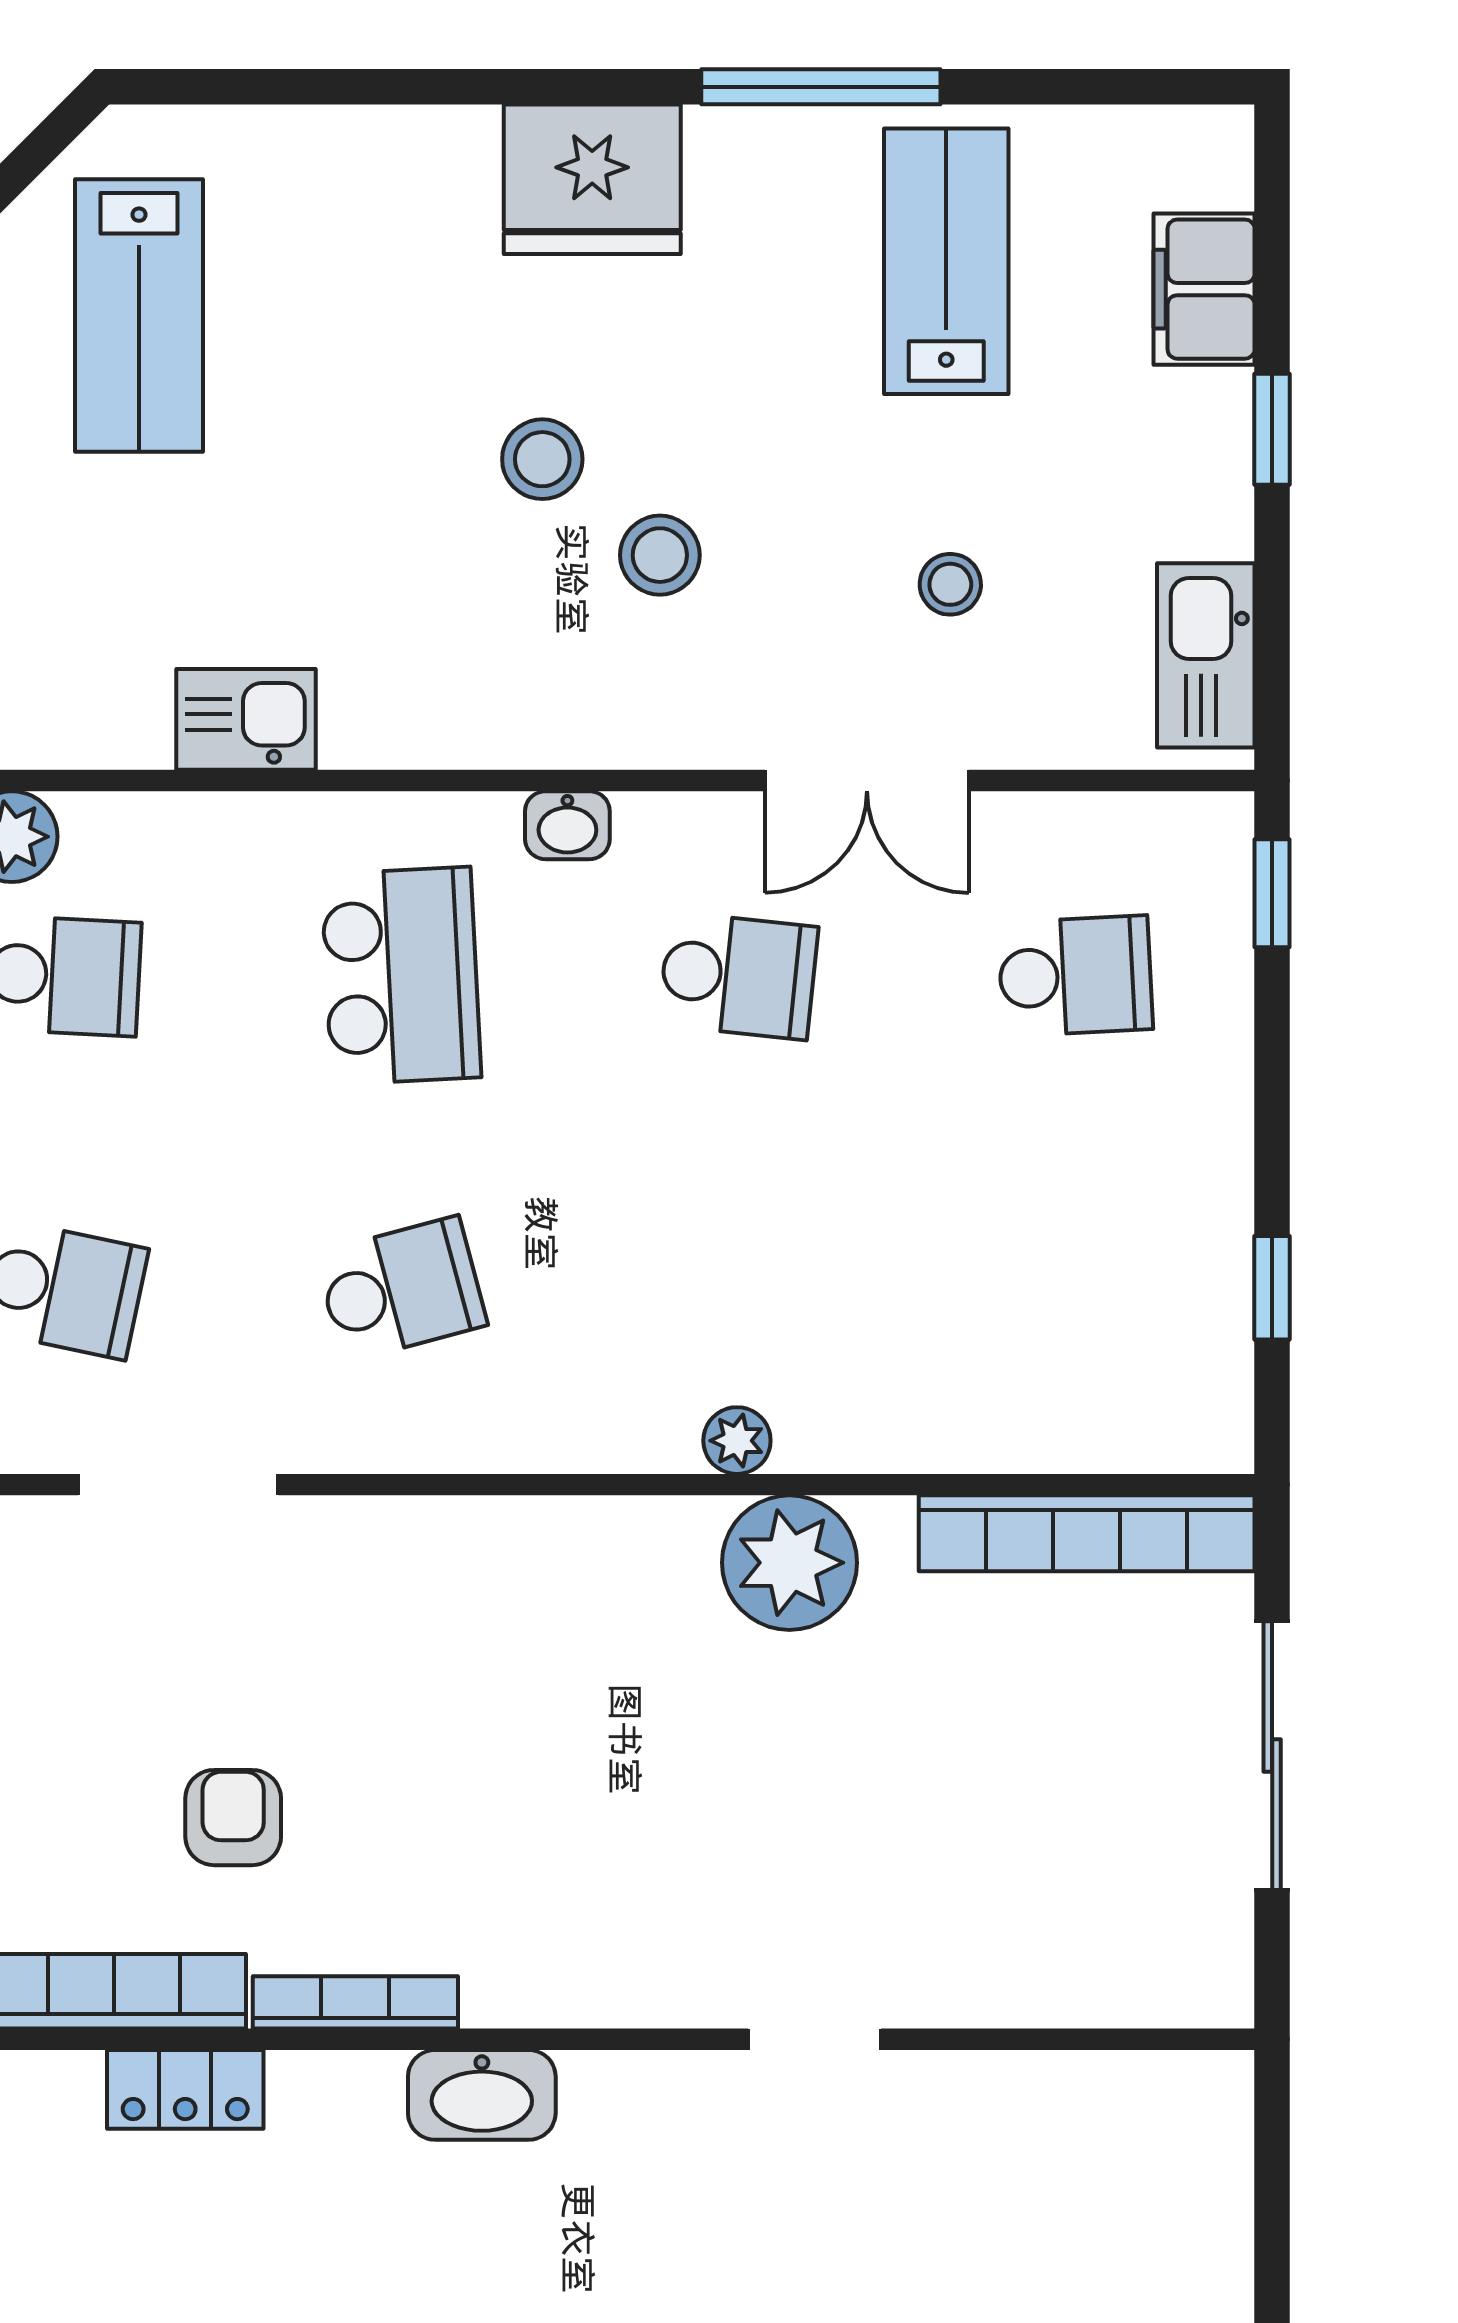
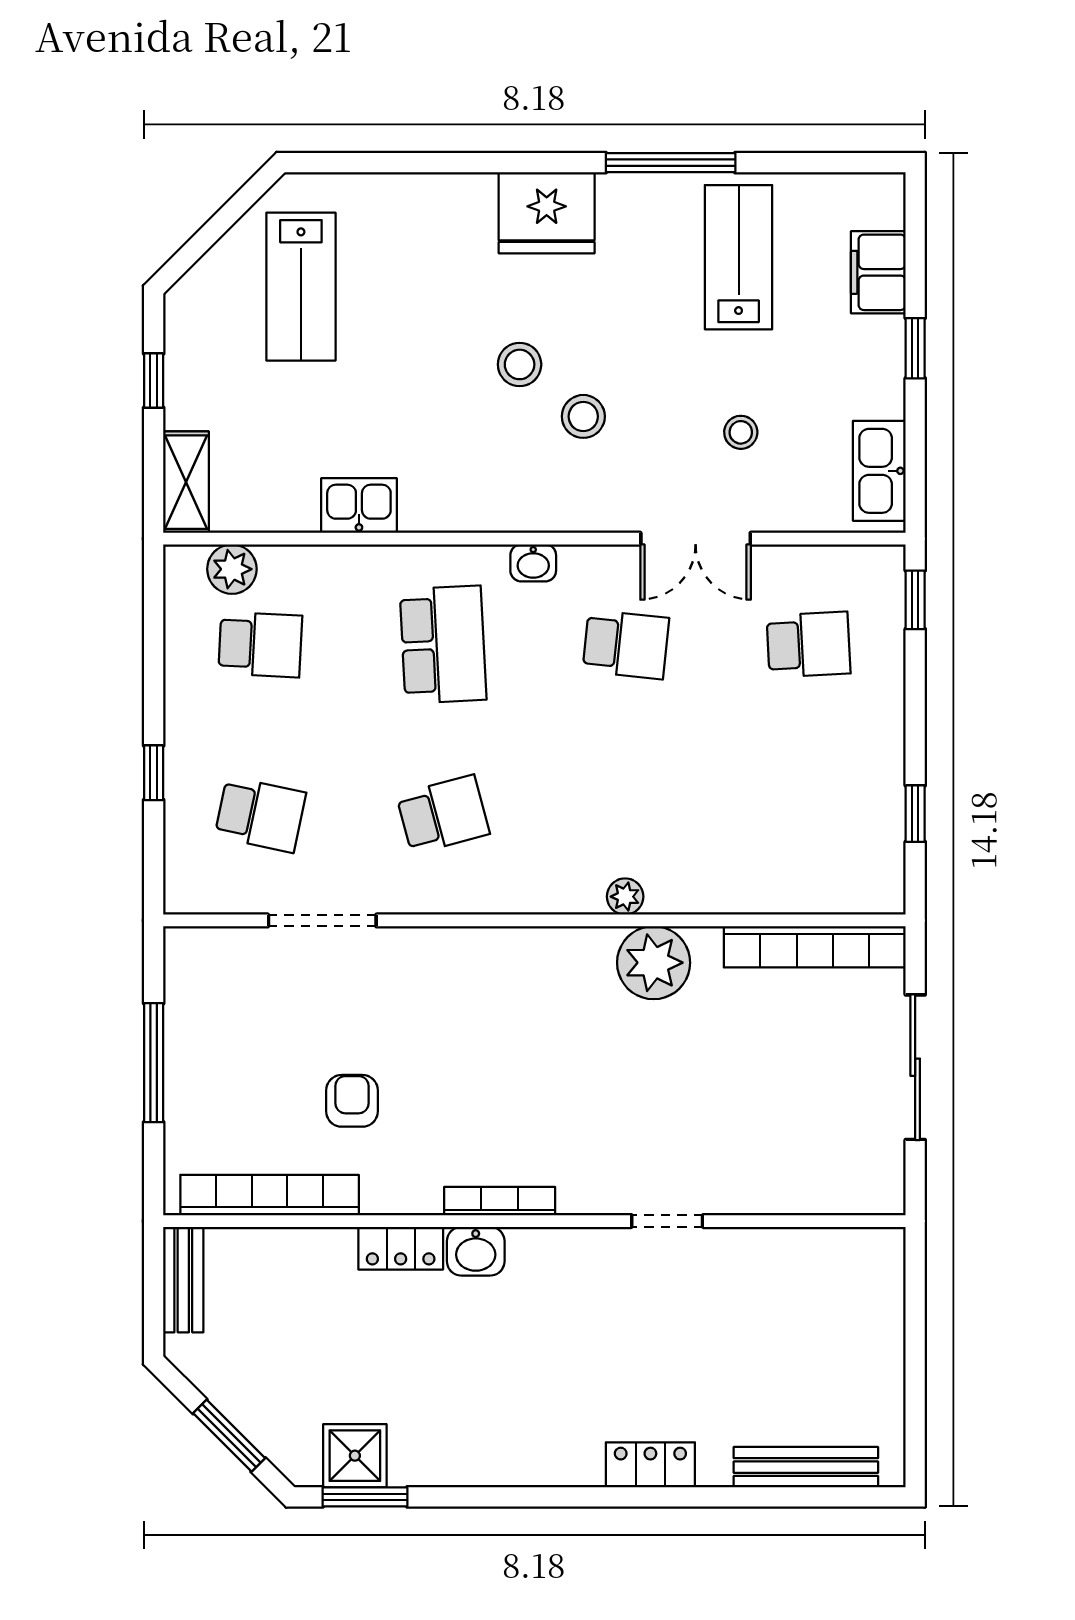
bookcase: (355, 2002) -> (500, 1201), moved
locker: (185, 2089) -> (401, 1248), moved
washbasin: (482, 2095) -> (476, 1251), width x0.72

